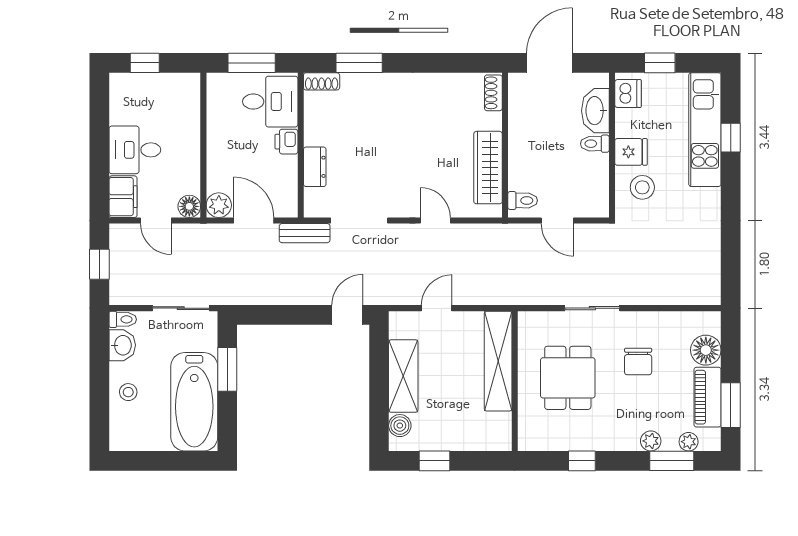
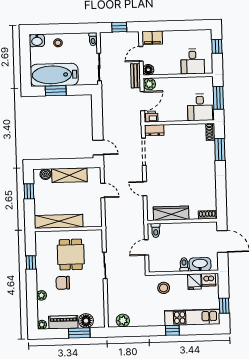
window: (660, 63) -> (224, 306), moved
window: (731, 138) -> (172, 330), moved
printer: (286, 142) -> (152, 117), moved
desk: (135, 150) -> (193, 61), moved, turned 180
fridge: (631, 152) -> (194, 282), moved
dresser: (315, 167) -> (154, 130), moved
door: (435, 221) -> (145, 189), swing flipped
bench: (305, 233) -> (136, 76), moved
plant: (707, 274) -> (123, 320), added
washbasin: (122, 345) -> (37, 40), moved
shelving: (498, 361) -> (59, 221), moved
chair: (638, 361) -> (63, 283), moved
window: (227, 369) -> (56, 91), moved
dining table: (568, 378) -> (71, 255), turned 90
window: (731, 405) -> (79, 333), moved
plant: (689, 442) -> (42, 325), moved
window: (672, 461) -> (32, 306), removed

